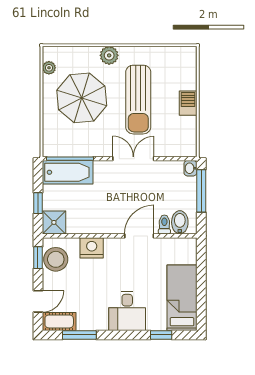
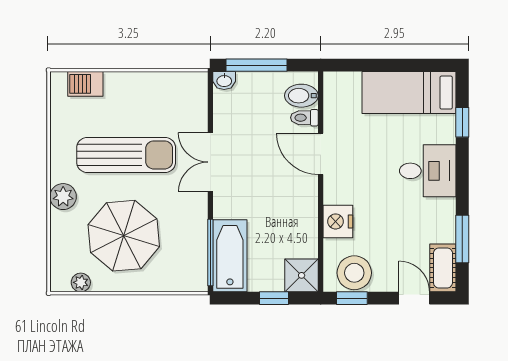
barbecue: (188, 103) -> (85, 84), moved

